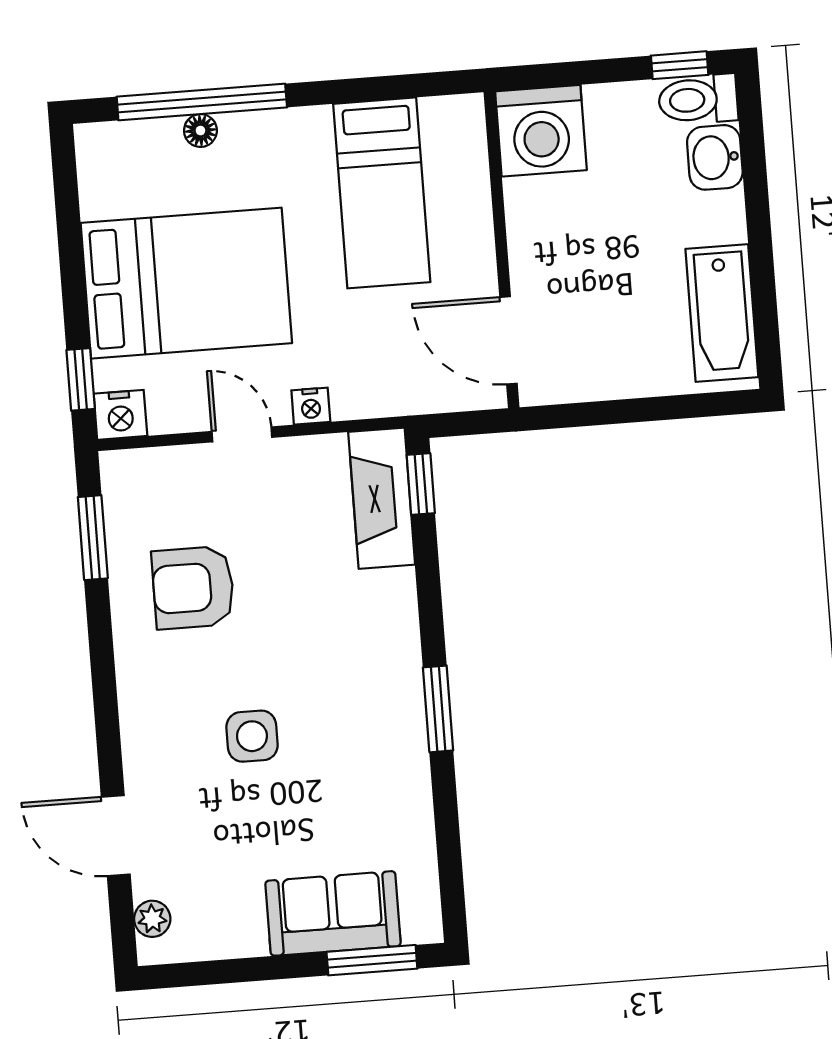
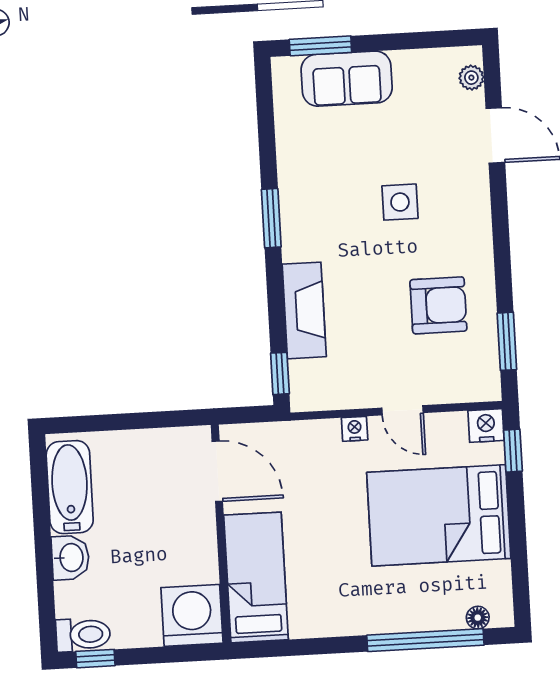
floor lamp: (200, 131) -> (478, 618), moved
washbasin: (715, 157) -> (70, 558), moved
bed: (382, 193) -> (256, 577), moved
fireplace: (382, 498) -> (304, 310), moved

